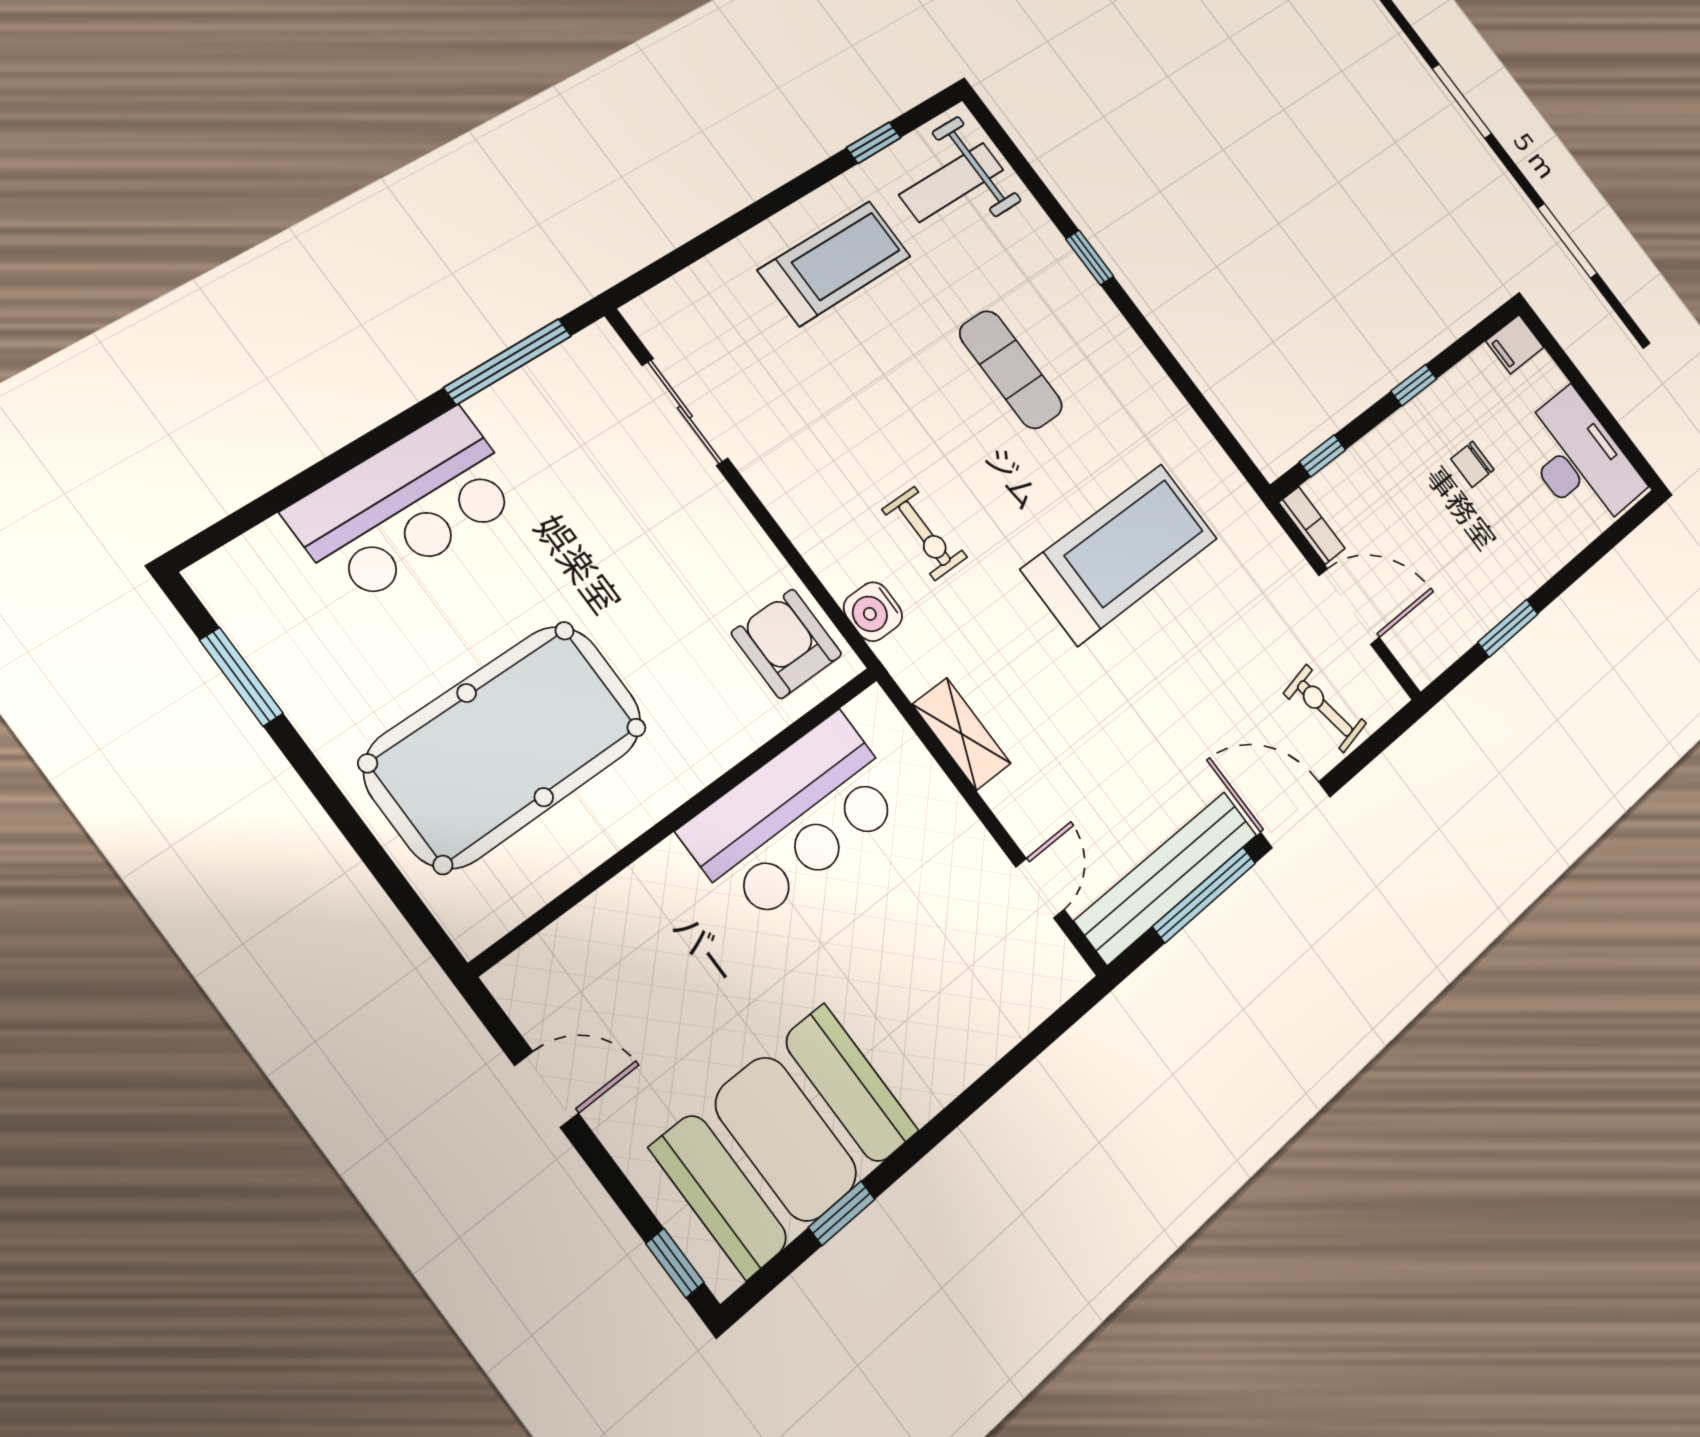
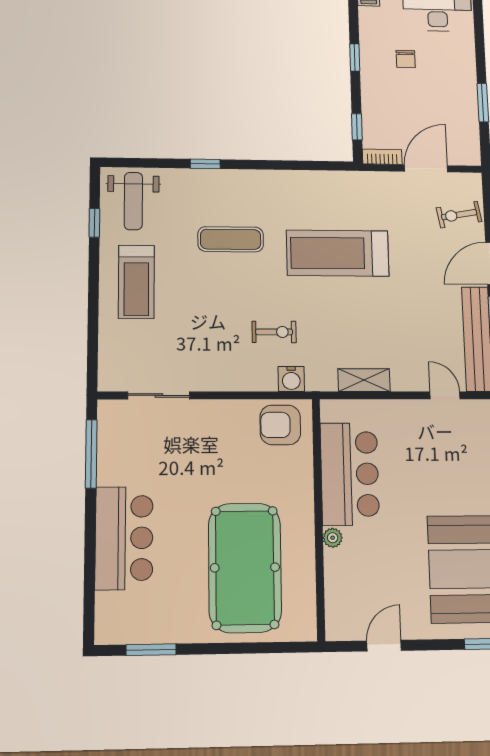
treadmill: (835, 263) -> (136, 282), turned 180
treadmill: (1120, 554) -> (338, 253), turned -90
plant: (667, 863) -> (333, 538), added

